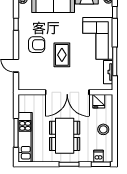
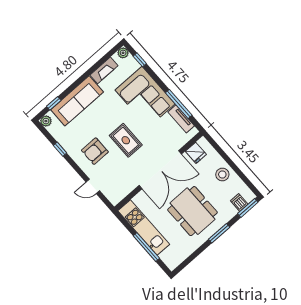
armchair: (37, 45) -> (95, 151), turned 180
kitchen unit: (25, 137) -> (144, 228), moved

